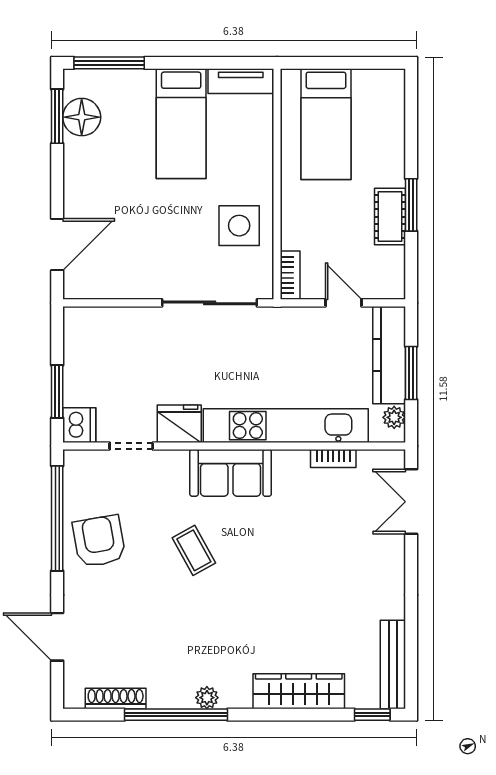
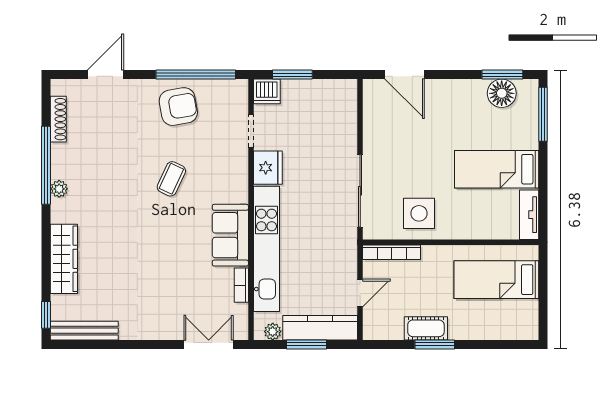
bookcase: (290, 275) -> (392, 252), width x1.56
sofa: (231, 473) -> (230, 235), moved
coffee table: (194, 550) -> (171, 179), turned -36

